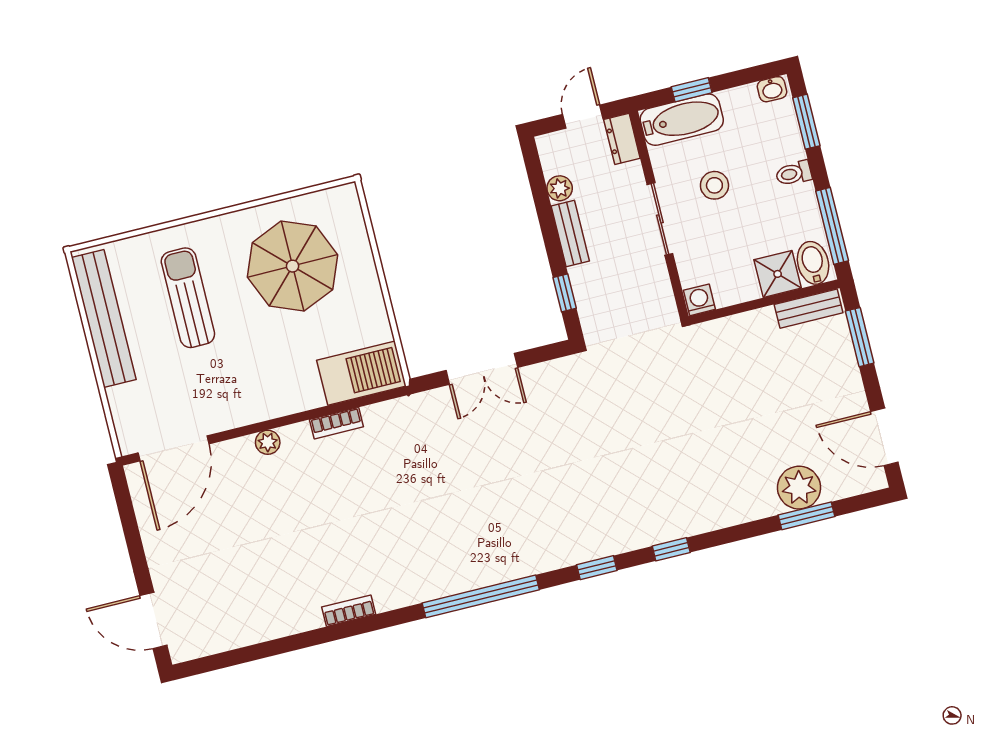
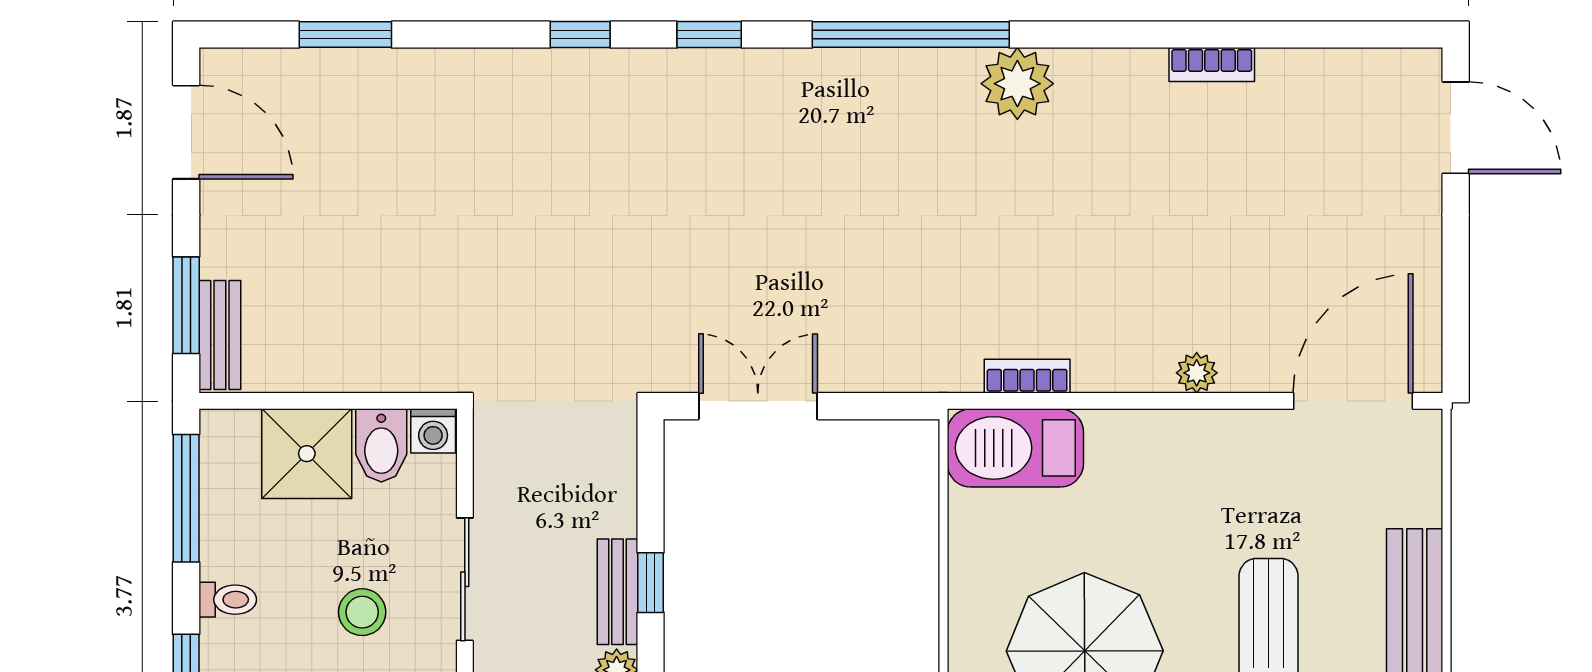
bidet: (813, 263) -> (381, 445), moved
shower: (778, 274) -> (307, 454), width x1.36, depth x1.36
window: (565, 293) -> (651, 583), moved
bench: (809, 309) -> (220, 335), moved, turned 90
double door: (482, 369) -> (758, 406), moved
bookcase: (336, 423) -> (1027, 376), moved
plant: (799, 488) -> (1017, 84), moved
bookcase: (349, 611) -> (1212, 65), moved

